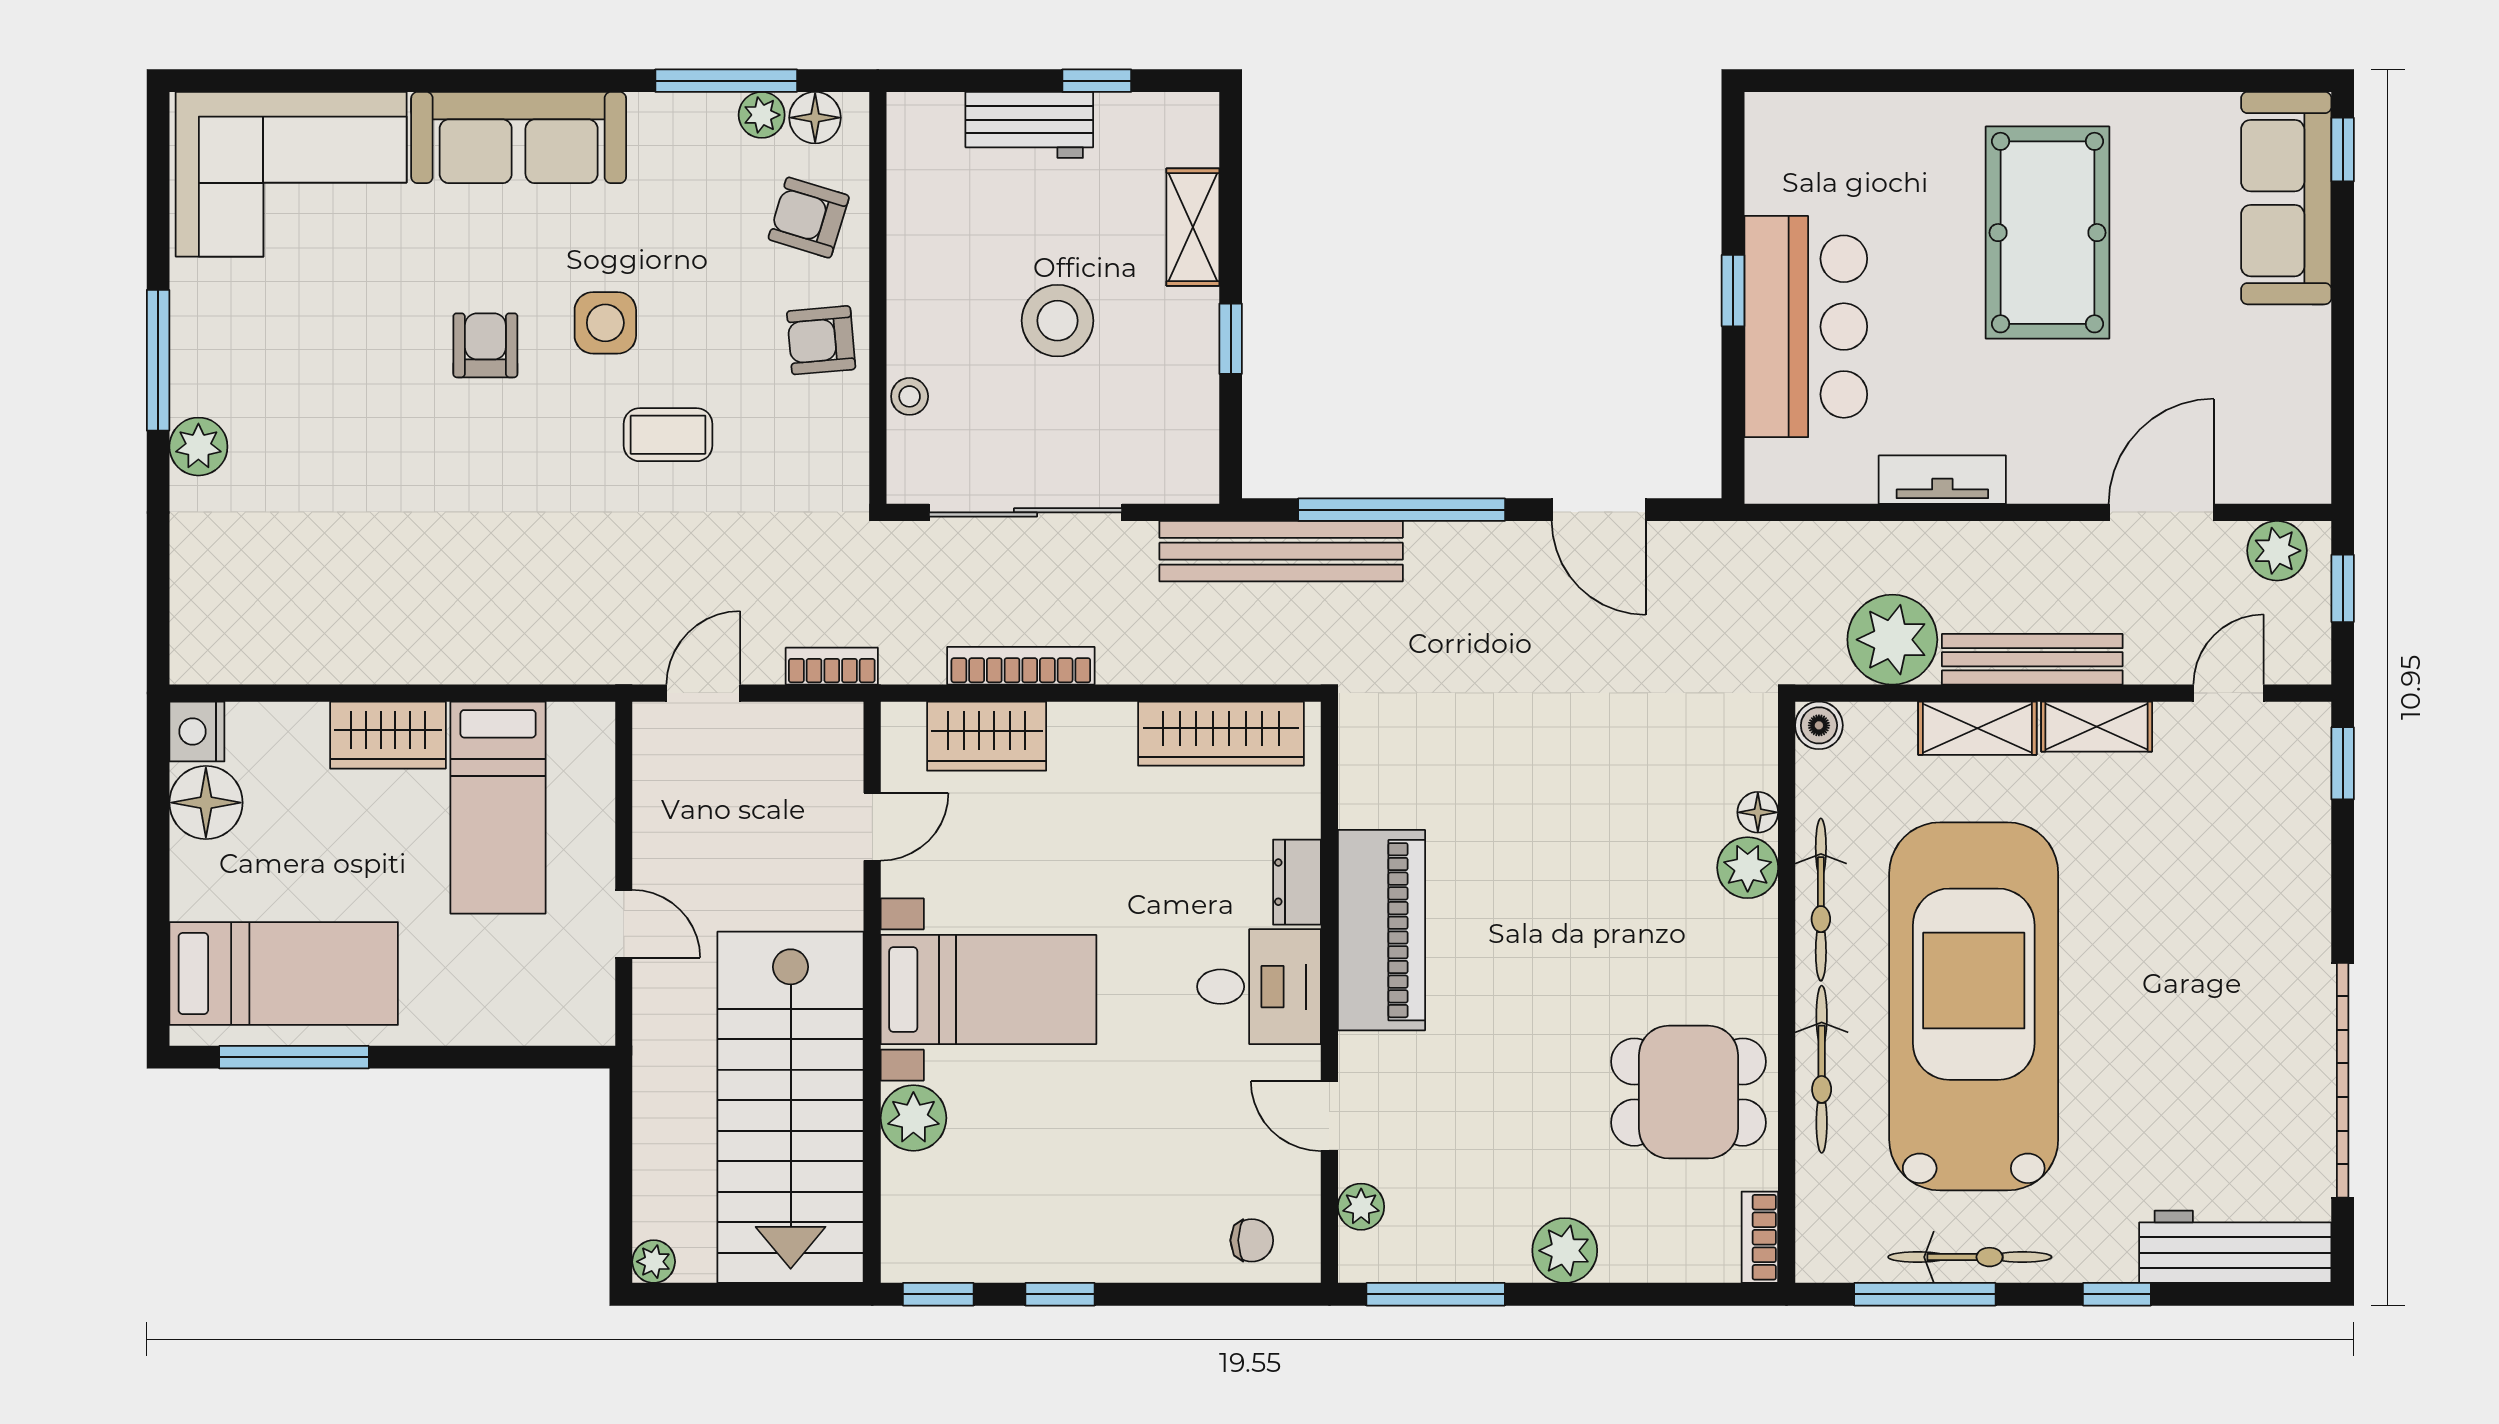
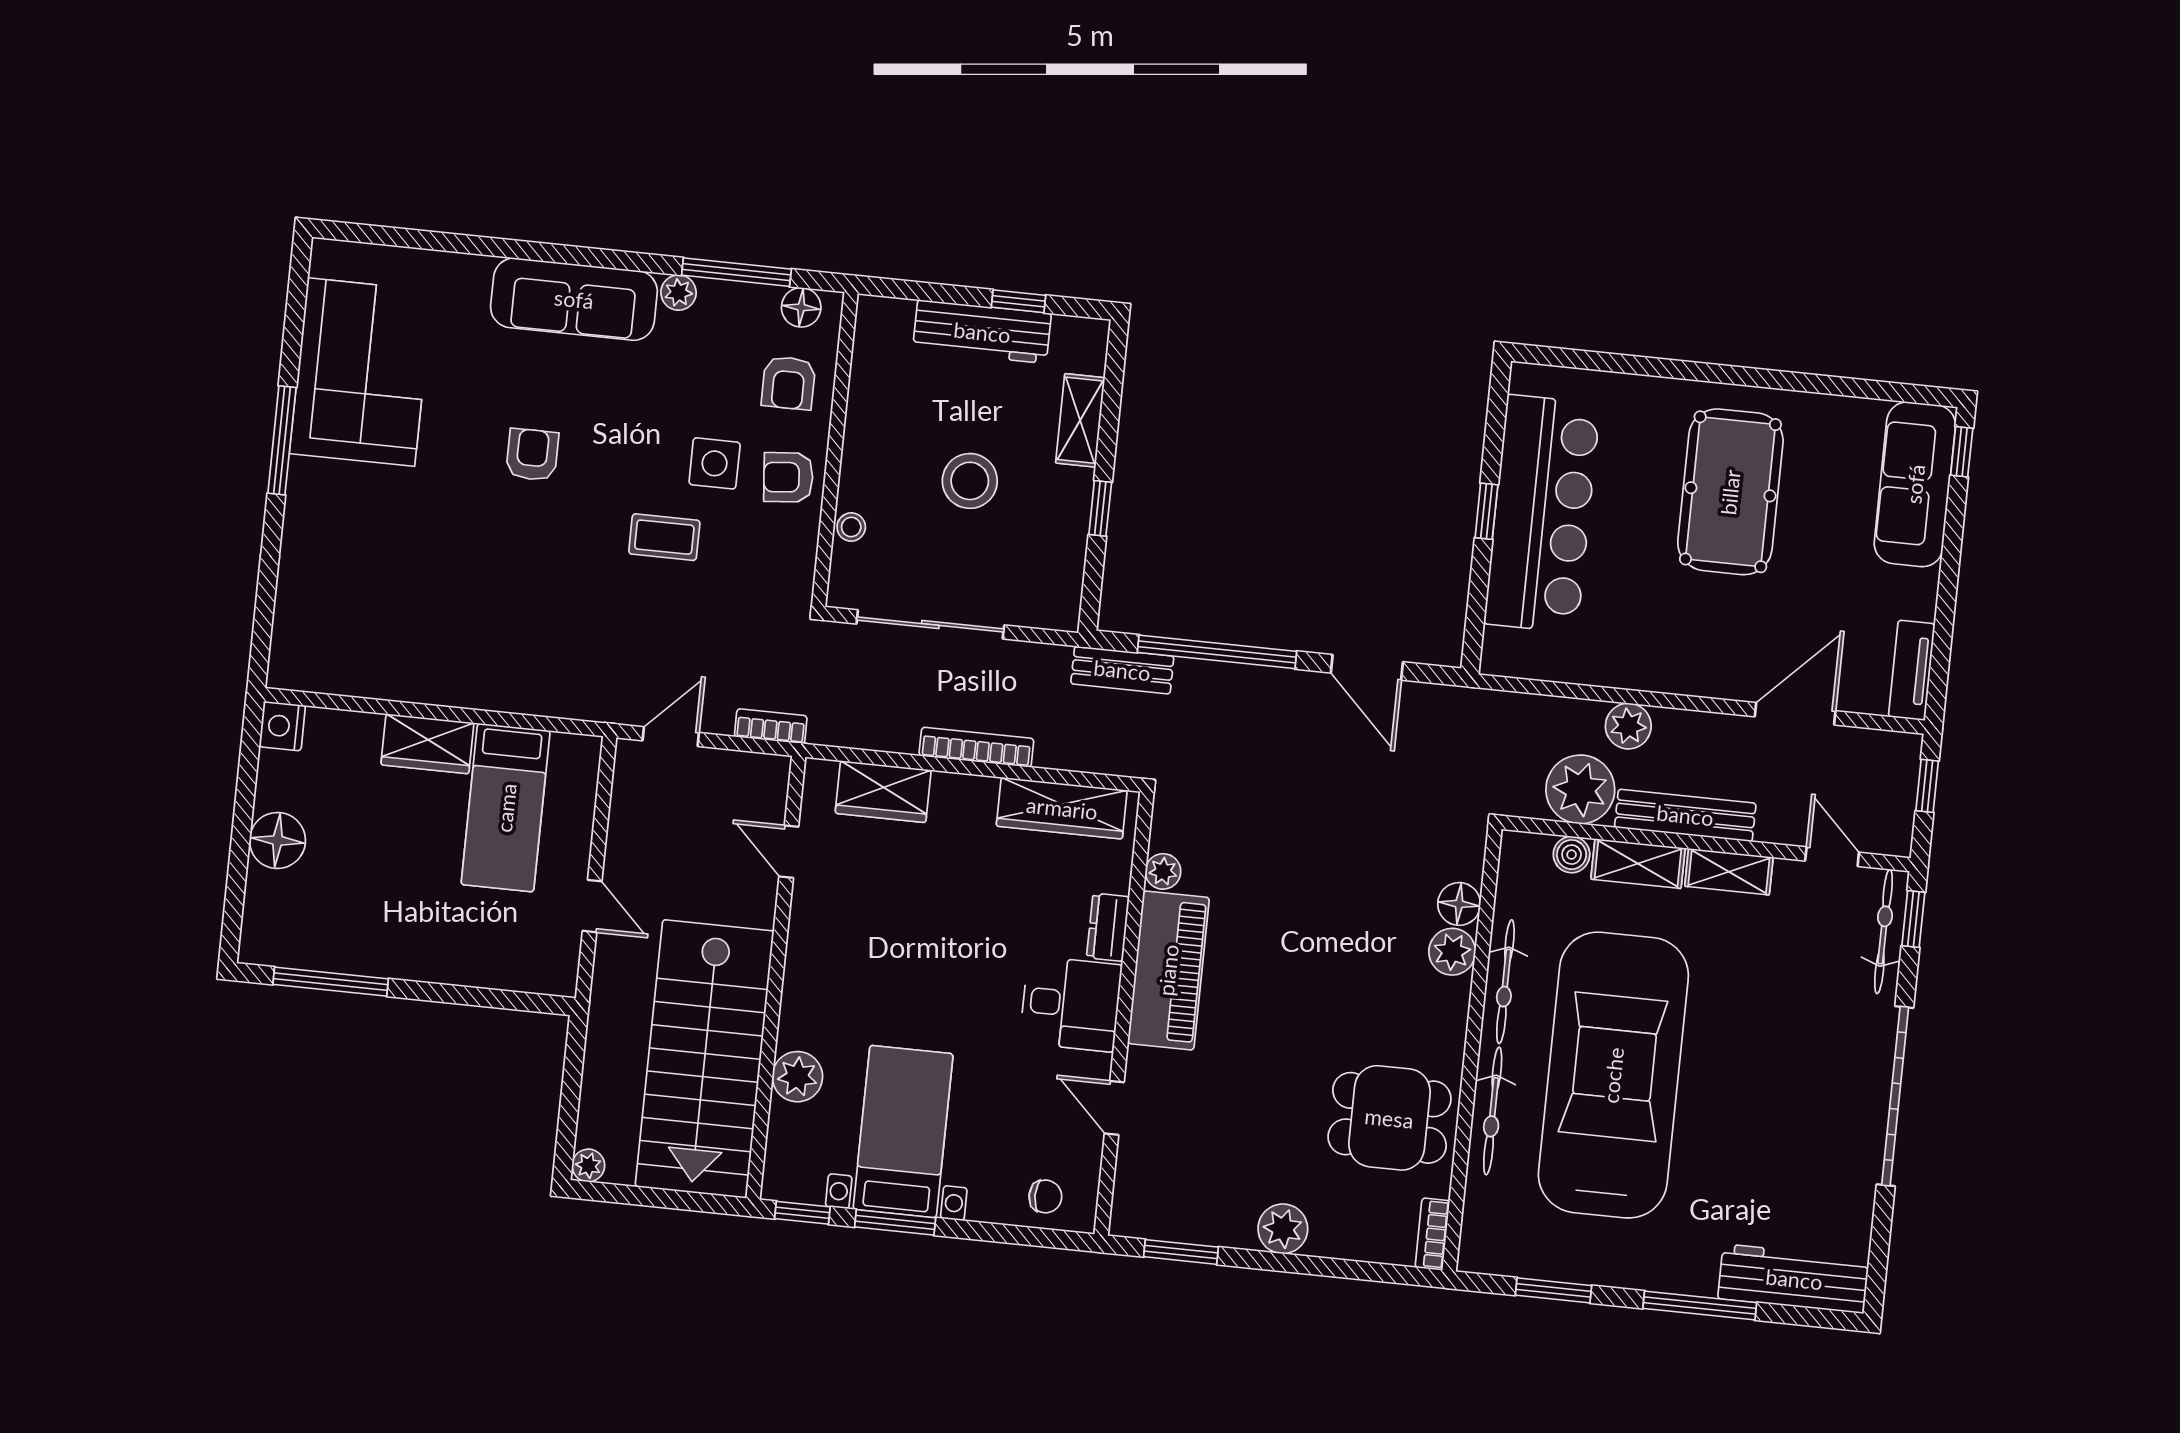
plant: (762, 115) -> (678, 293), moved
workbench: (1029, 125) -> (982, 332), width x1.38
corner sofa: (291, 174) -> (361, 372), moved, turned -90
armchair: (809, 218) -> (788, 383), turned -107
side table: (605, 323) -> (715, 463), moved
bar counter: (1806, 327) -> (1542, 514), width x1.36
plant: (198, 447) -> (306, 509), removed
tv unit: (1942, 480) -> (1912, 670), moved, turned -90
bench: (1281, 551) -> (1122, 670), width x0.54, depth x0.82
plant: (2277, 551) -> (1628, 726), moved
bookcase: (1021, 666) -> (976, 747), moved
door: (2229, 693) -> (1832, 857), hinge flipped
boiler: (1819, 725) -> (1572, 855), moved
floor lamp: (206, 803) -> (277, 840), moved
floor lamp: (1758, 812) -> (1459, 904), width x1.37, depth x1.37
door: (872, 827) -> (789, 852), swing flipped
bed: (284, 973) -> (329, 917), removed
bed with nightstands: (988, 989) -> (903, 1132), moved, turned -90
garage door: (2343, 1080) -> (1895, 1096), moved
plant: (1361, 1207) -> (1163, 871), moved
bicycle: (1970, 1257) -> (1883, 931), moved, turned -90
window: (1060, 1294) -> (895, 1222), width x1.50
window: (1436, 1294) -> (1181, 1252), width x0.69
window: (1925, 1294) -> (1554, 1290), width x0.69
window: (2117, 1294) -> (1700, 1306), width x2.17

